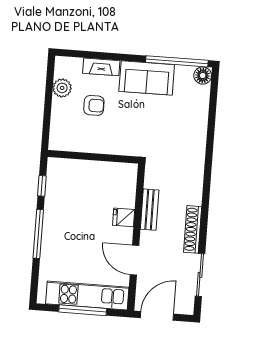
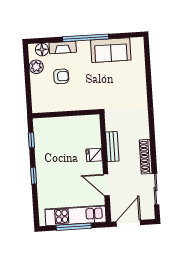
window: (177, 61) -> (86, 38), moved
floor lamp: (203, 76) -> (42, 50), moved
sofa: (147, 78) -> (111, 50), moved
window: (38, 234) -> (34, 176), width x0.46

